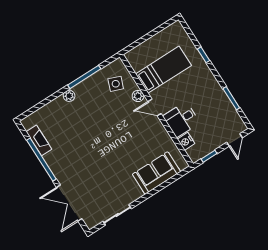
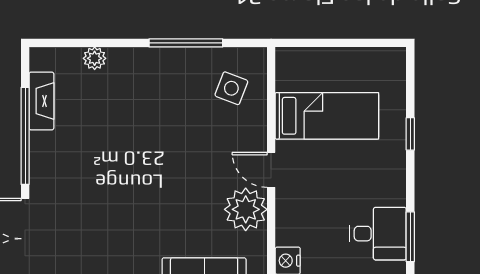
plant: (69, 96) -> (95, 58), moved
plant: (138, 96) -> (246, 209), moved, width x1.87, depth x1.87
desk: (181, 119) -> (378, 234), moved, turned 180

